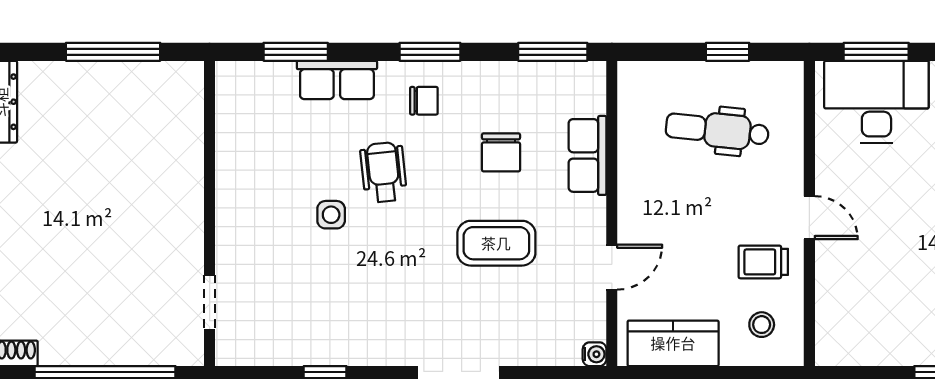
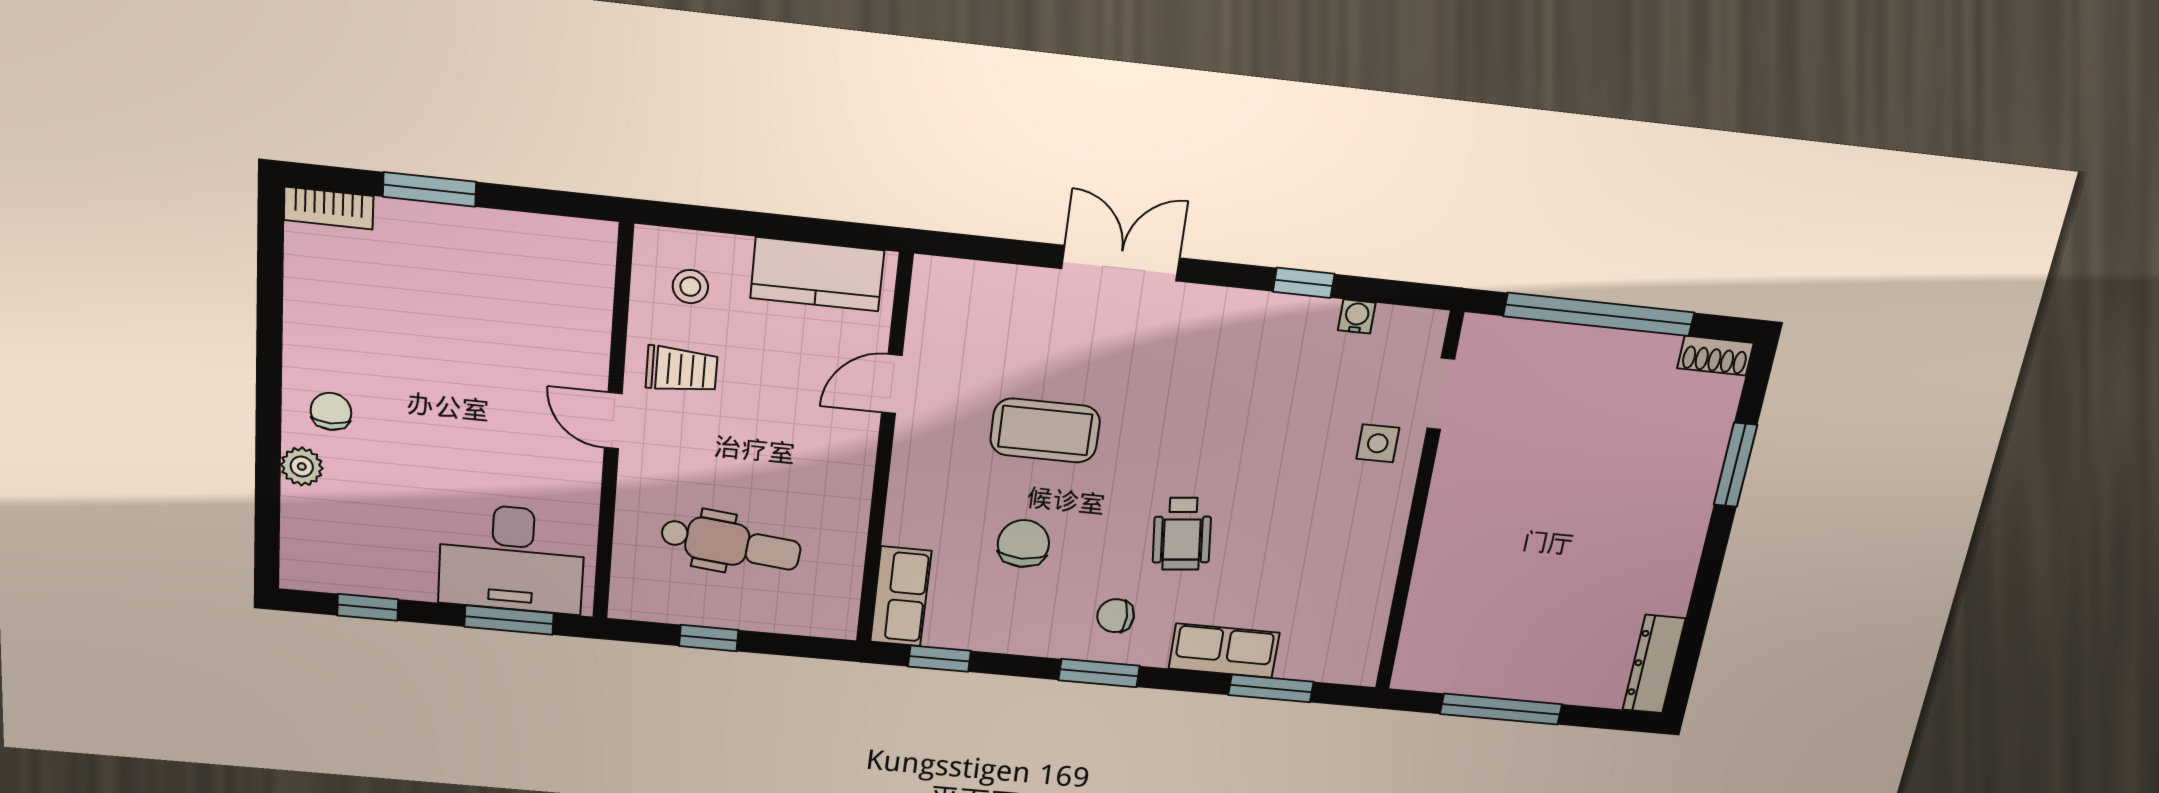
window: (553, 52) -> (939, 659), width x0.67
row of seats: (588, 155) -> (901, 596), moved
side table: (331, 215) -> (1378, 443), moved
water cooler: (595, 354) -> (1357, 316), moved, turned 90

